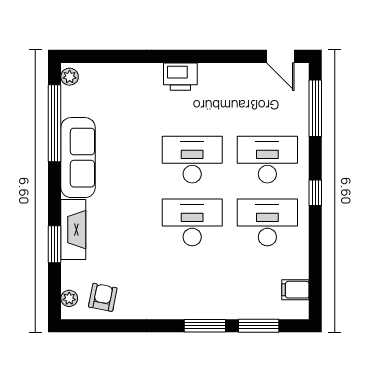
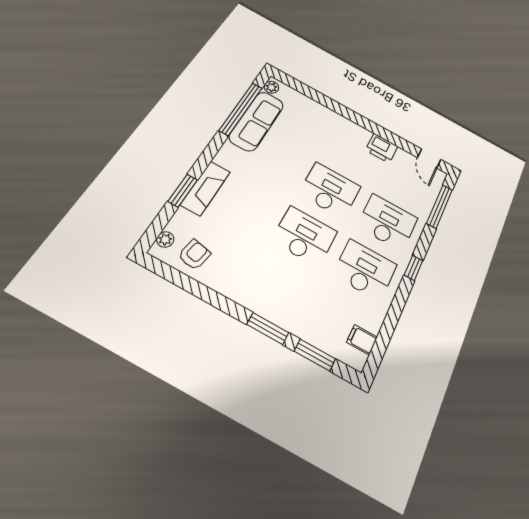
printer: (180, 77) -> (382, 148), moved
sofa: (78, 158) -> (257, 121), moved

